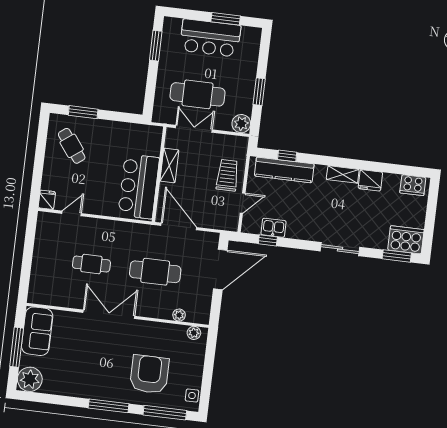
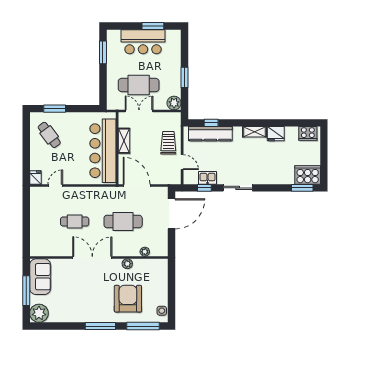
bar counter: (139, 186) -> (103, 151), width x1.36
door: (243, 203) -> (182, 162), hinge flipped
sliding door: (340, 249) -> (238, 188), moved
plant: (194, 333) -> (127, 264), moved

